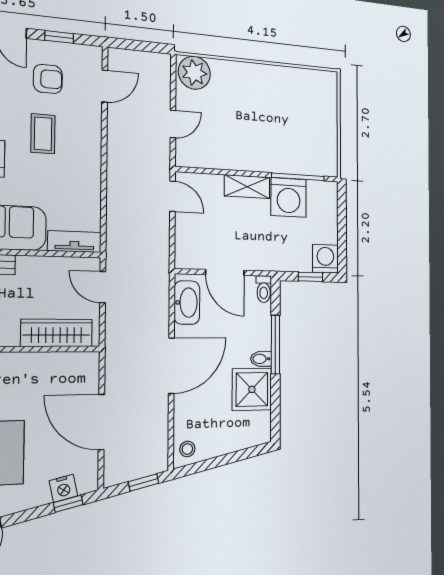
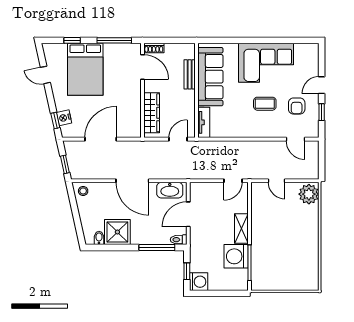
window: (275, 345) -> (157, 248), moved
bidet: (261, 359) -> (99, 238), moved

